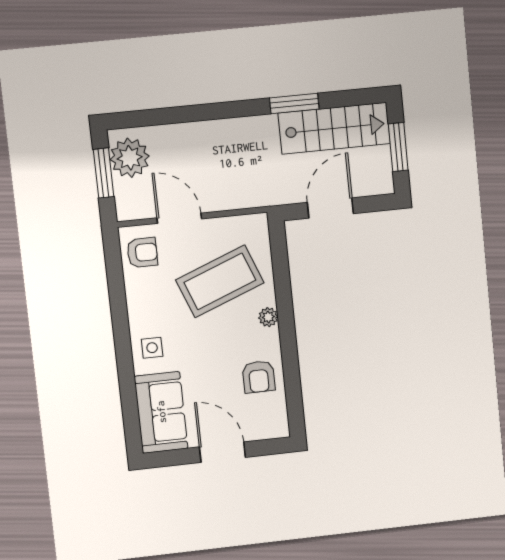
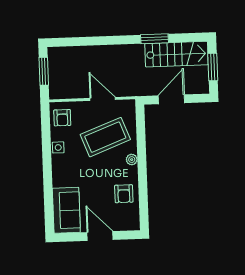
plant: (130, 158) -> (59, 64), removed
door: (179, 218) -> (103, 99), moved
armchair: (142, 253) -> (62, 118), turned 90
side table: (152, 348) -> (58, 147), moved

